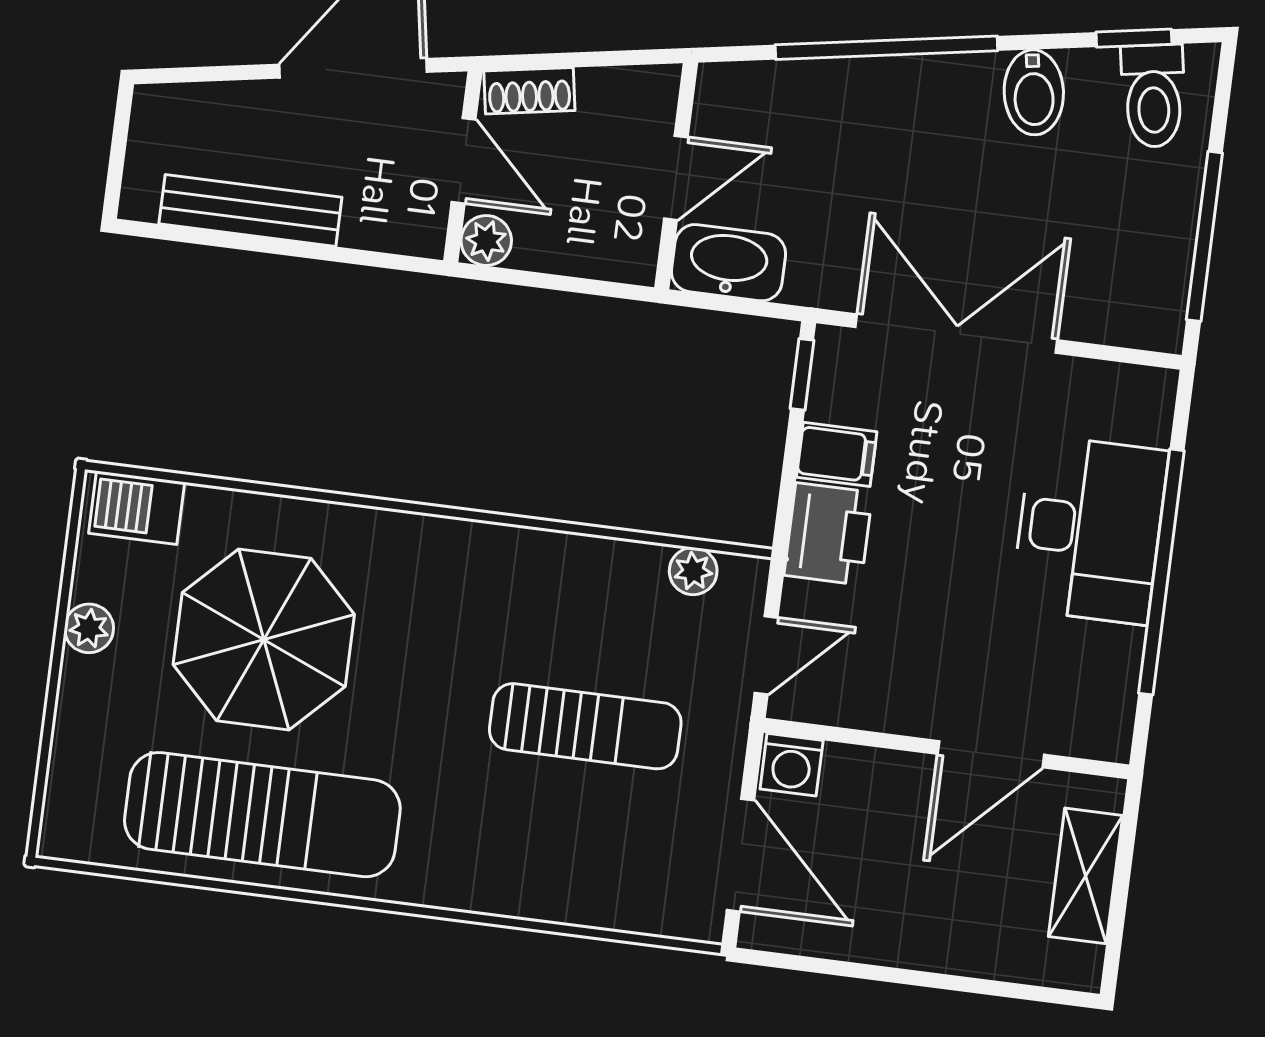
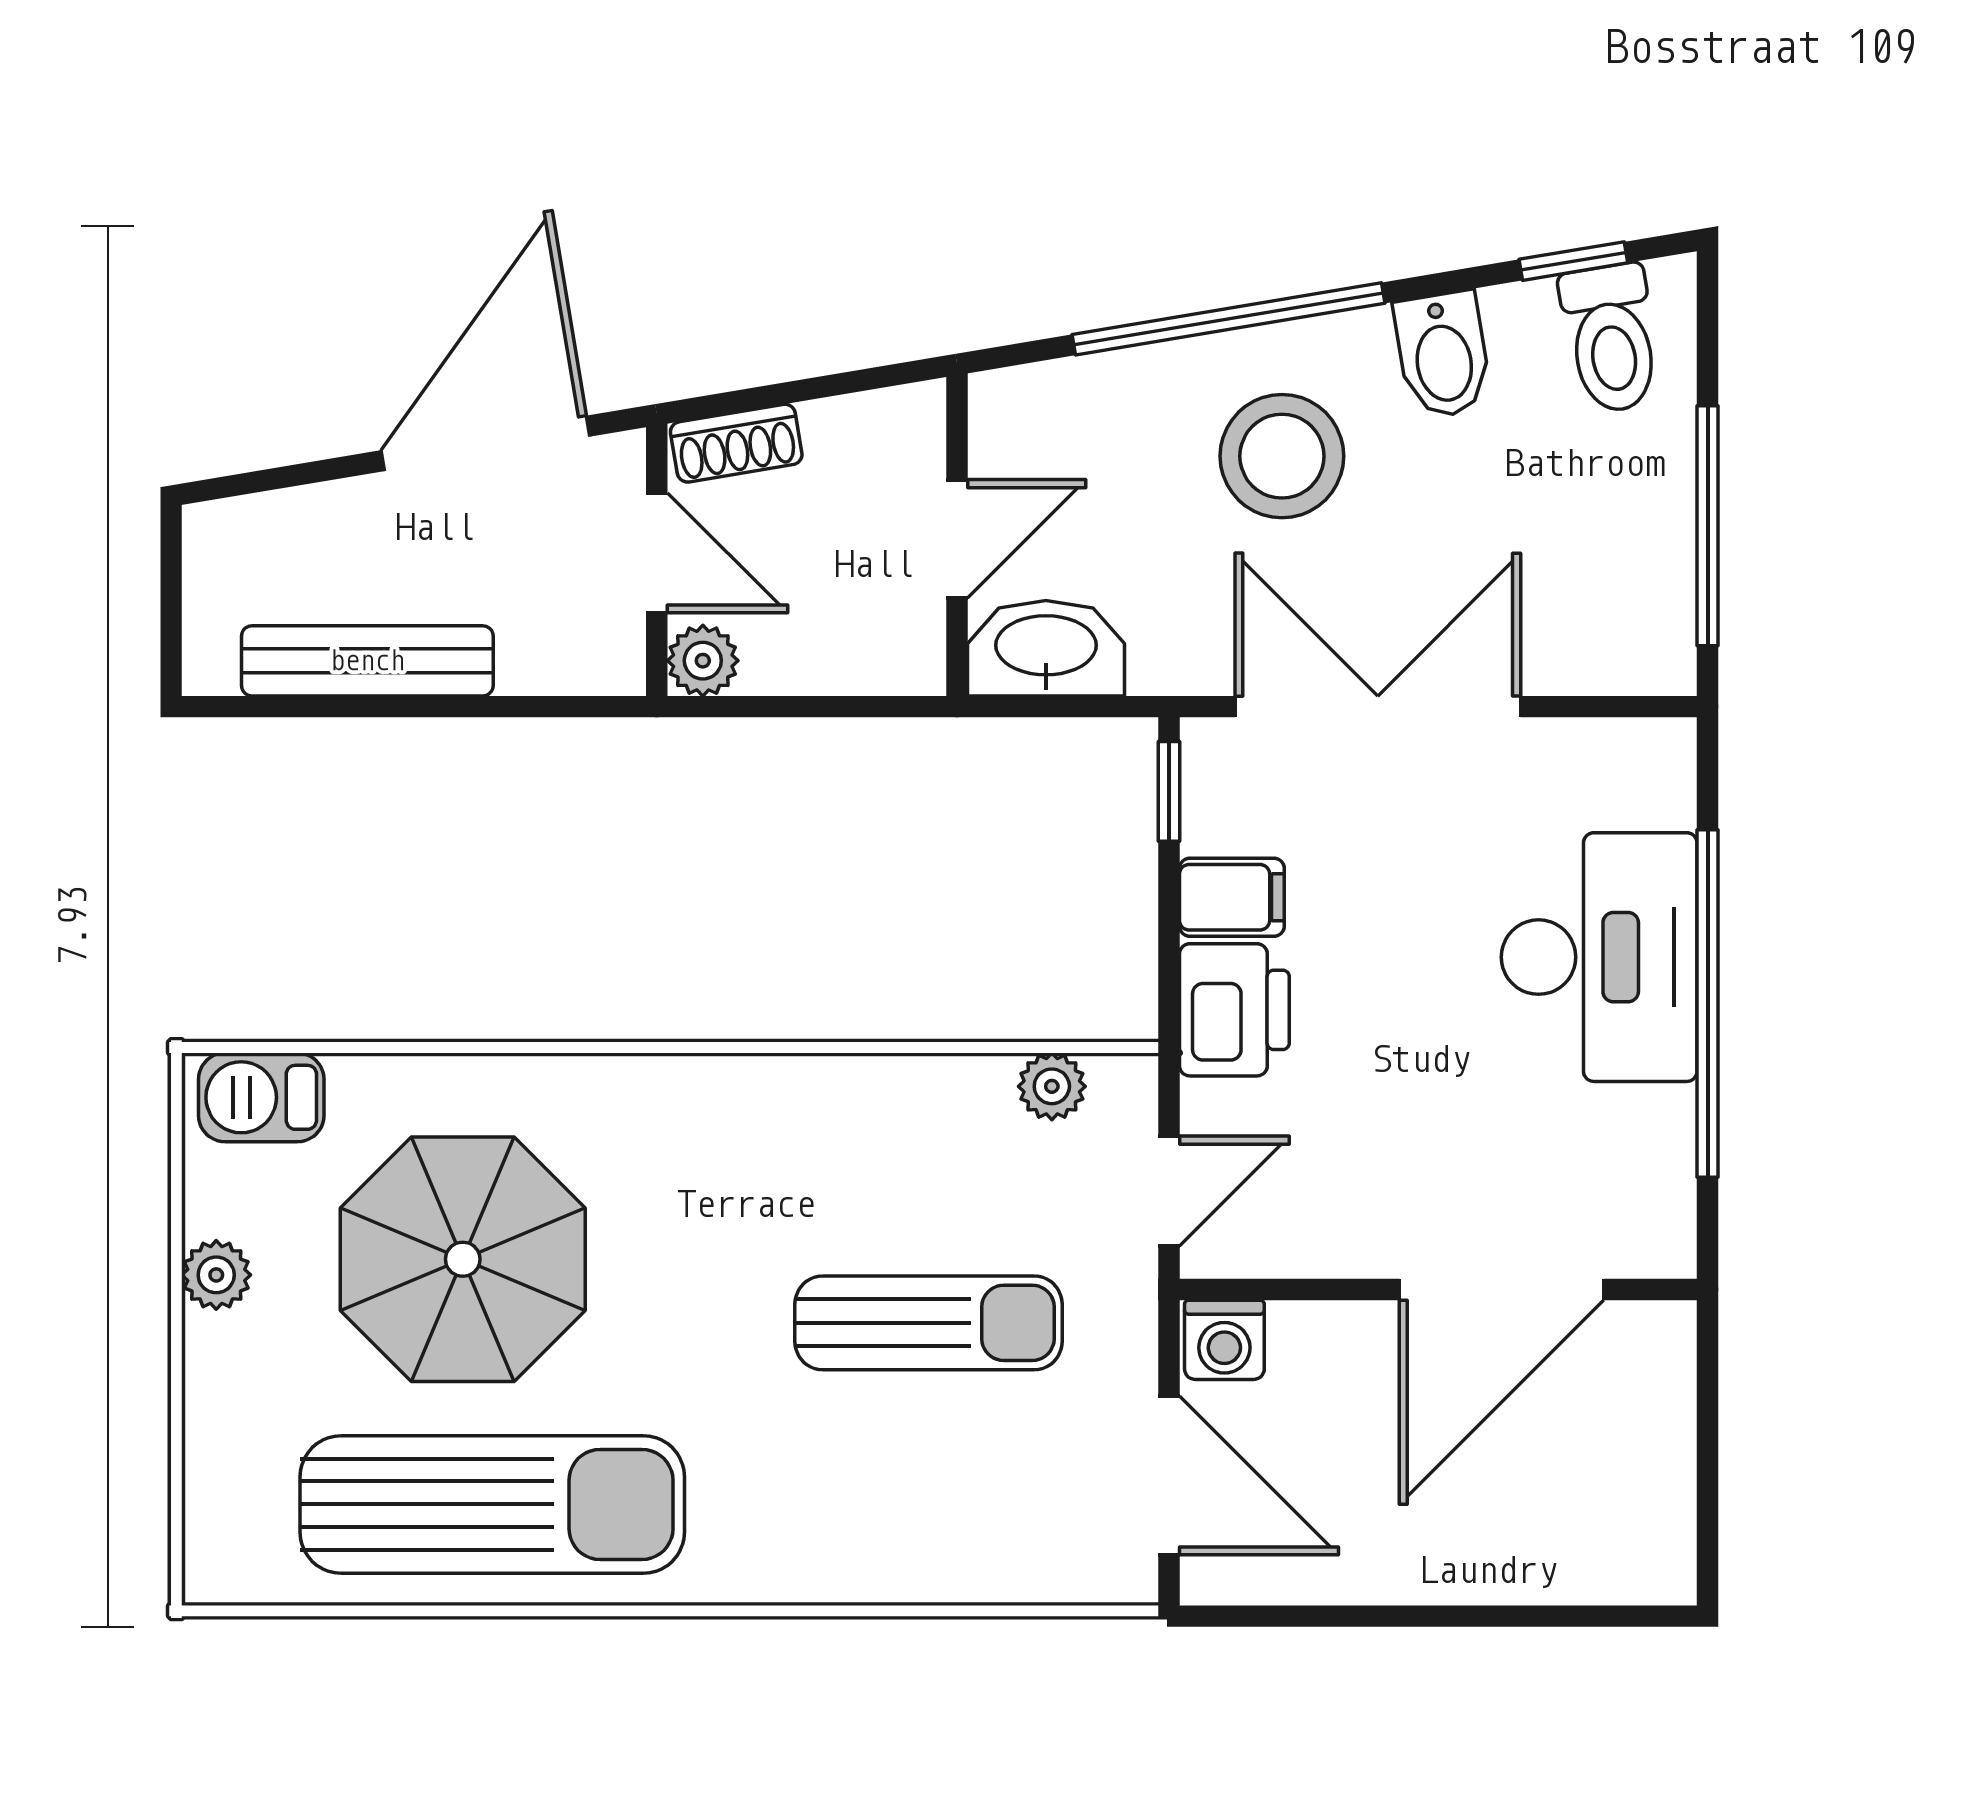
stool: (912, 149) -> (1282, 456), added
door: (991, 754) -> (1501, 1289), width x1.36
shelving: (1085, 876) -> (1656, 1443), removed

